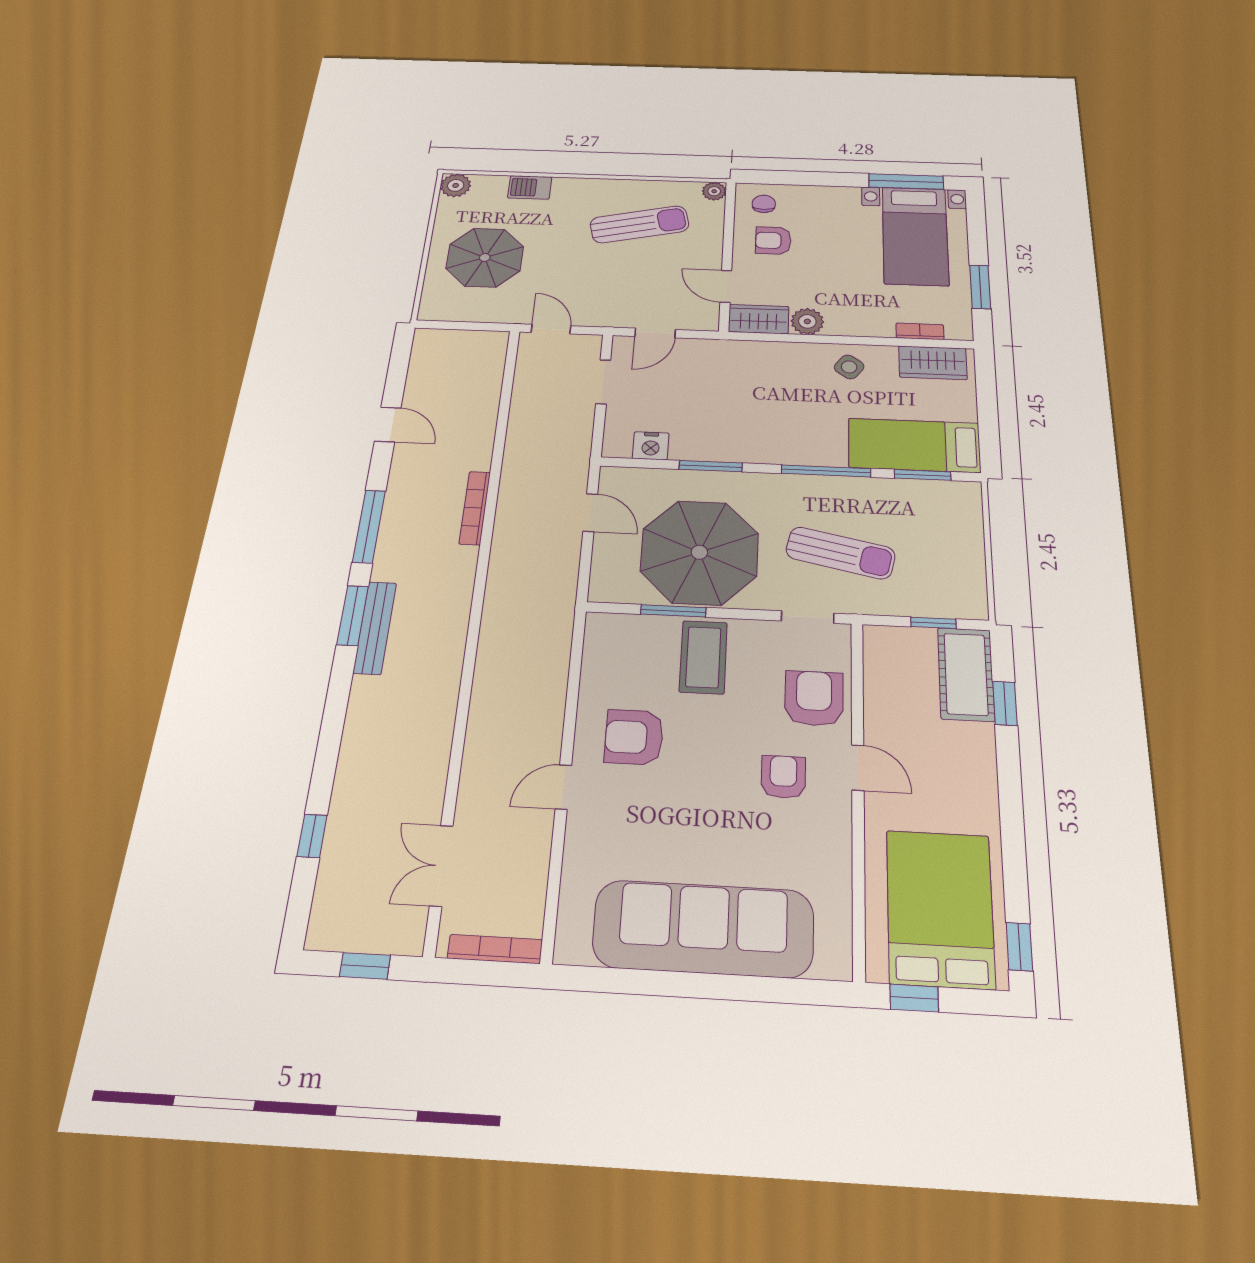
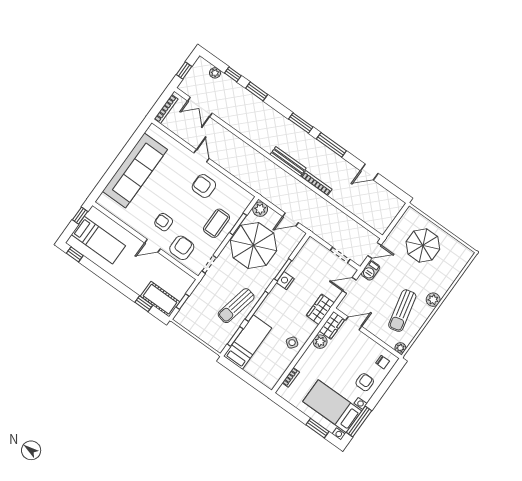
plant: (456, 185) -> (433, 300), moved
barbecue: (530, 187) -> (370, 270), moved, turned 180
armchair: (773, 240) -> (365, 382), moved
window: (980, 287) -> (317, 428), moved
door: (655, 333) -> (349, 286), hinge flipped
wardrobe: (933, 363) -> (320, 309), moved
nightstand: (651, 446) -> (285, 281), moved
sun lounger: (840, 553) -> (236, 306), moved
plant: (608, 585) -> (260, 209), added
bench: (375, 628) -> (288, 161), moved
coffee table: (703, 657) -> (217, 223), turned 90
armchair: (814, 698) -> (182, 248), turned -90
armchair: (634, 737) -> (204, 186), turned -90
window: (327, 755) -> (257, 91), added
armchair: (783, 777) -> (164, 222), turned 180
double door: (441, 866) -> (200, 107), swing flipped
plant: (331, 882) -> (215, 73), added
bed: (940, 908) -> (98, 240), width x0.67

